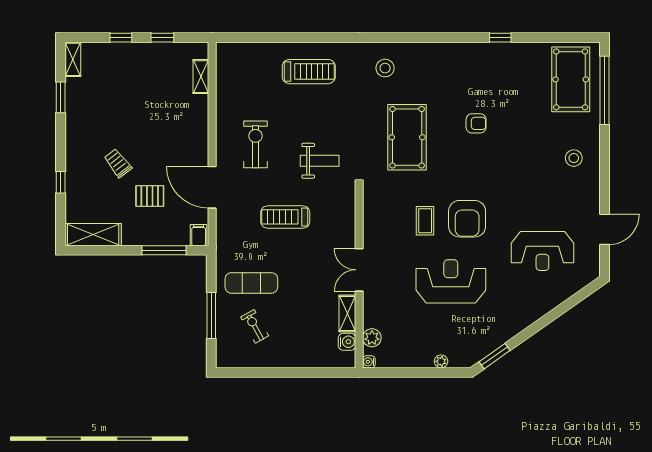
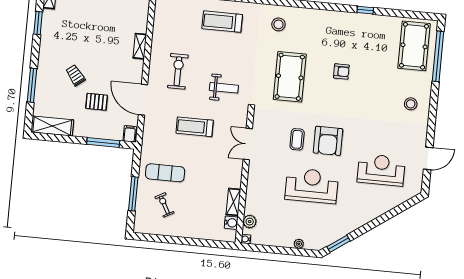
treadmill: (309, 72) -> (222, 22), turned 180
shelving: (201, 77) -> (140, 46), moved
window: (61, 182) -> (32, 85), width x2.17
reception desk: (542, 251) -> (381, 170), turned 180
double door: (359, 270) -> (248, 144), moved

